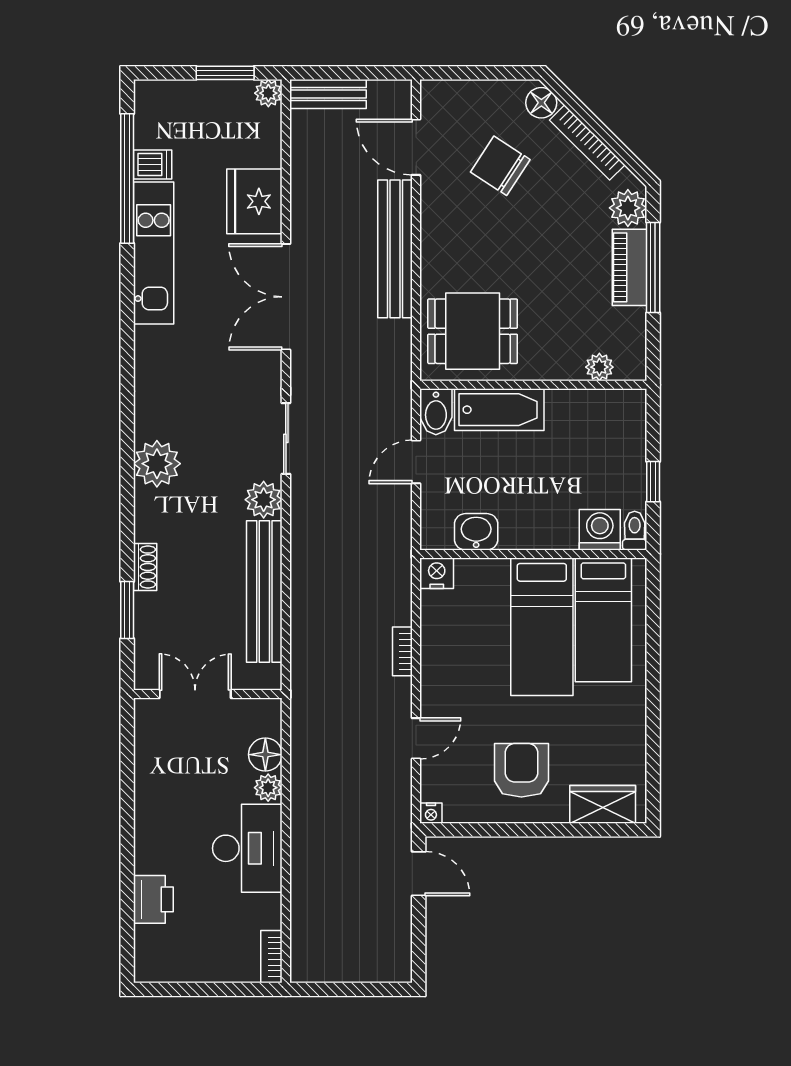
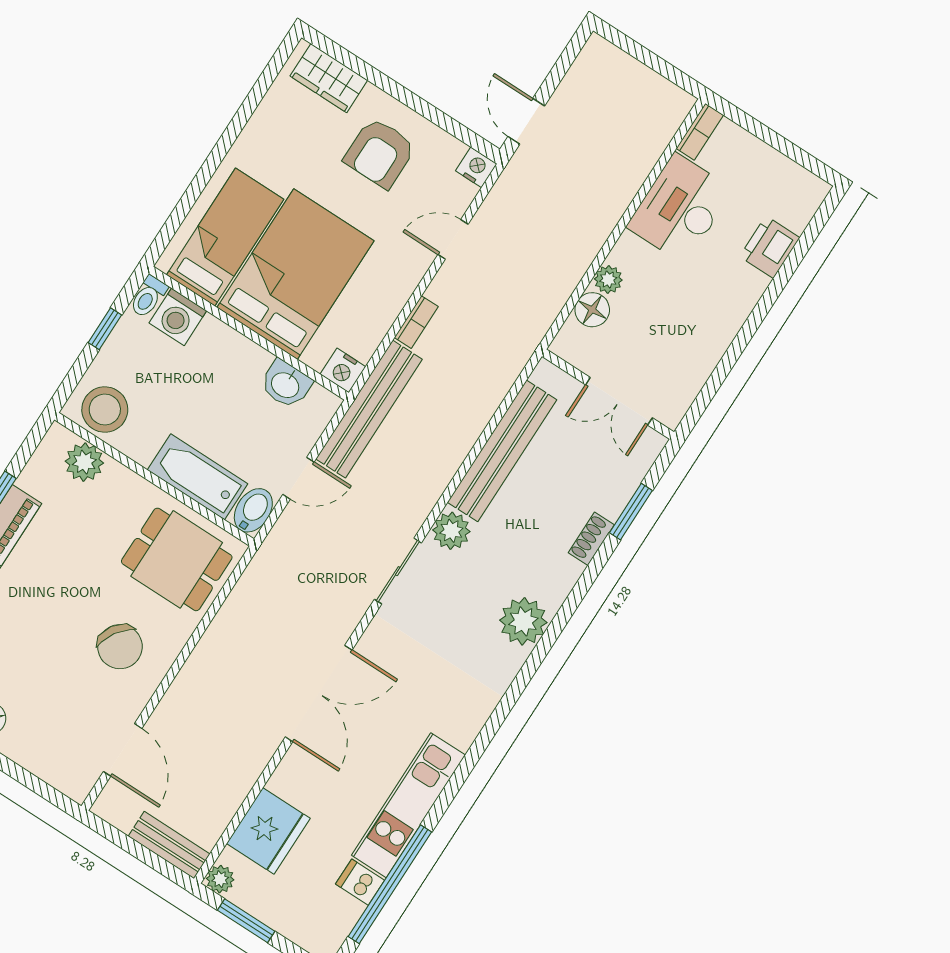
chair: (500, 166) -> (120, 647), moved
fridge: (254, 201) -> (268, 831), moved
bench: (395, 249) -> (369, 409), moved
plant: (599, 367) -> (84, 462), width x1.38, depth x1.38
stool: (611, 416) -> (105, 410), added
bed: (542, 627) -> (295, 274), width x1.50
nightstand: (431, 813) -> (476, 167), width x1.39, depth x1.35
desk: (247, 848) -> (680, 208), moved

